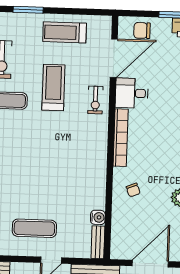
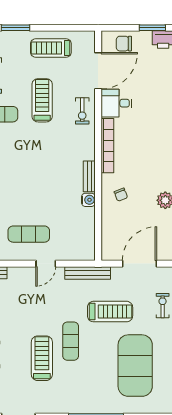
water cooler: (98, 217) -> (88, 200), moved
bench: (98, 242) -> (89, 176), moved

